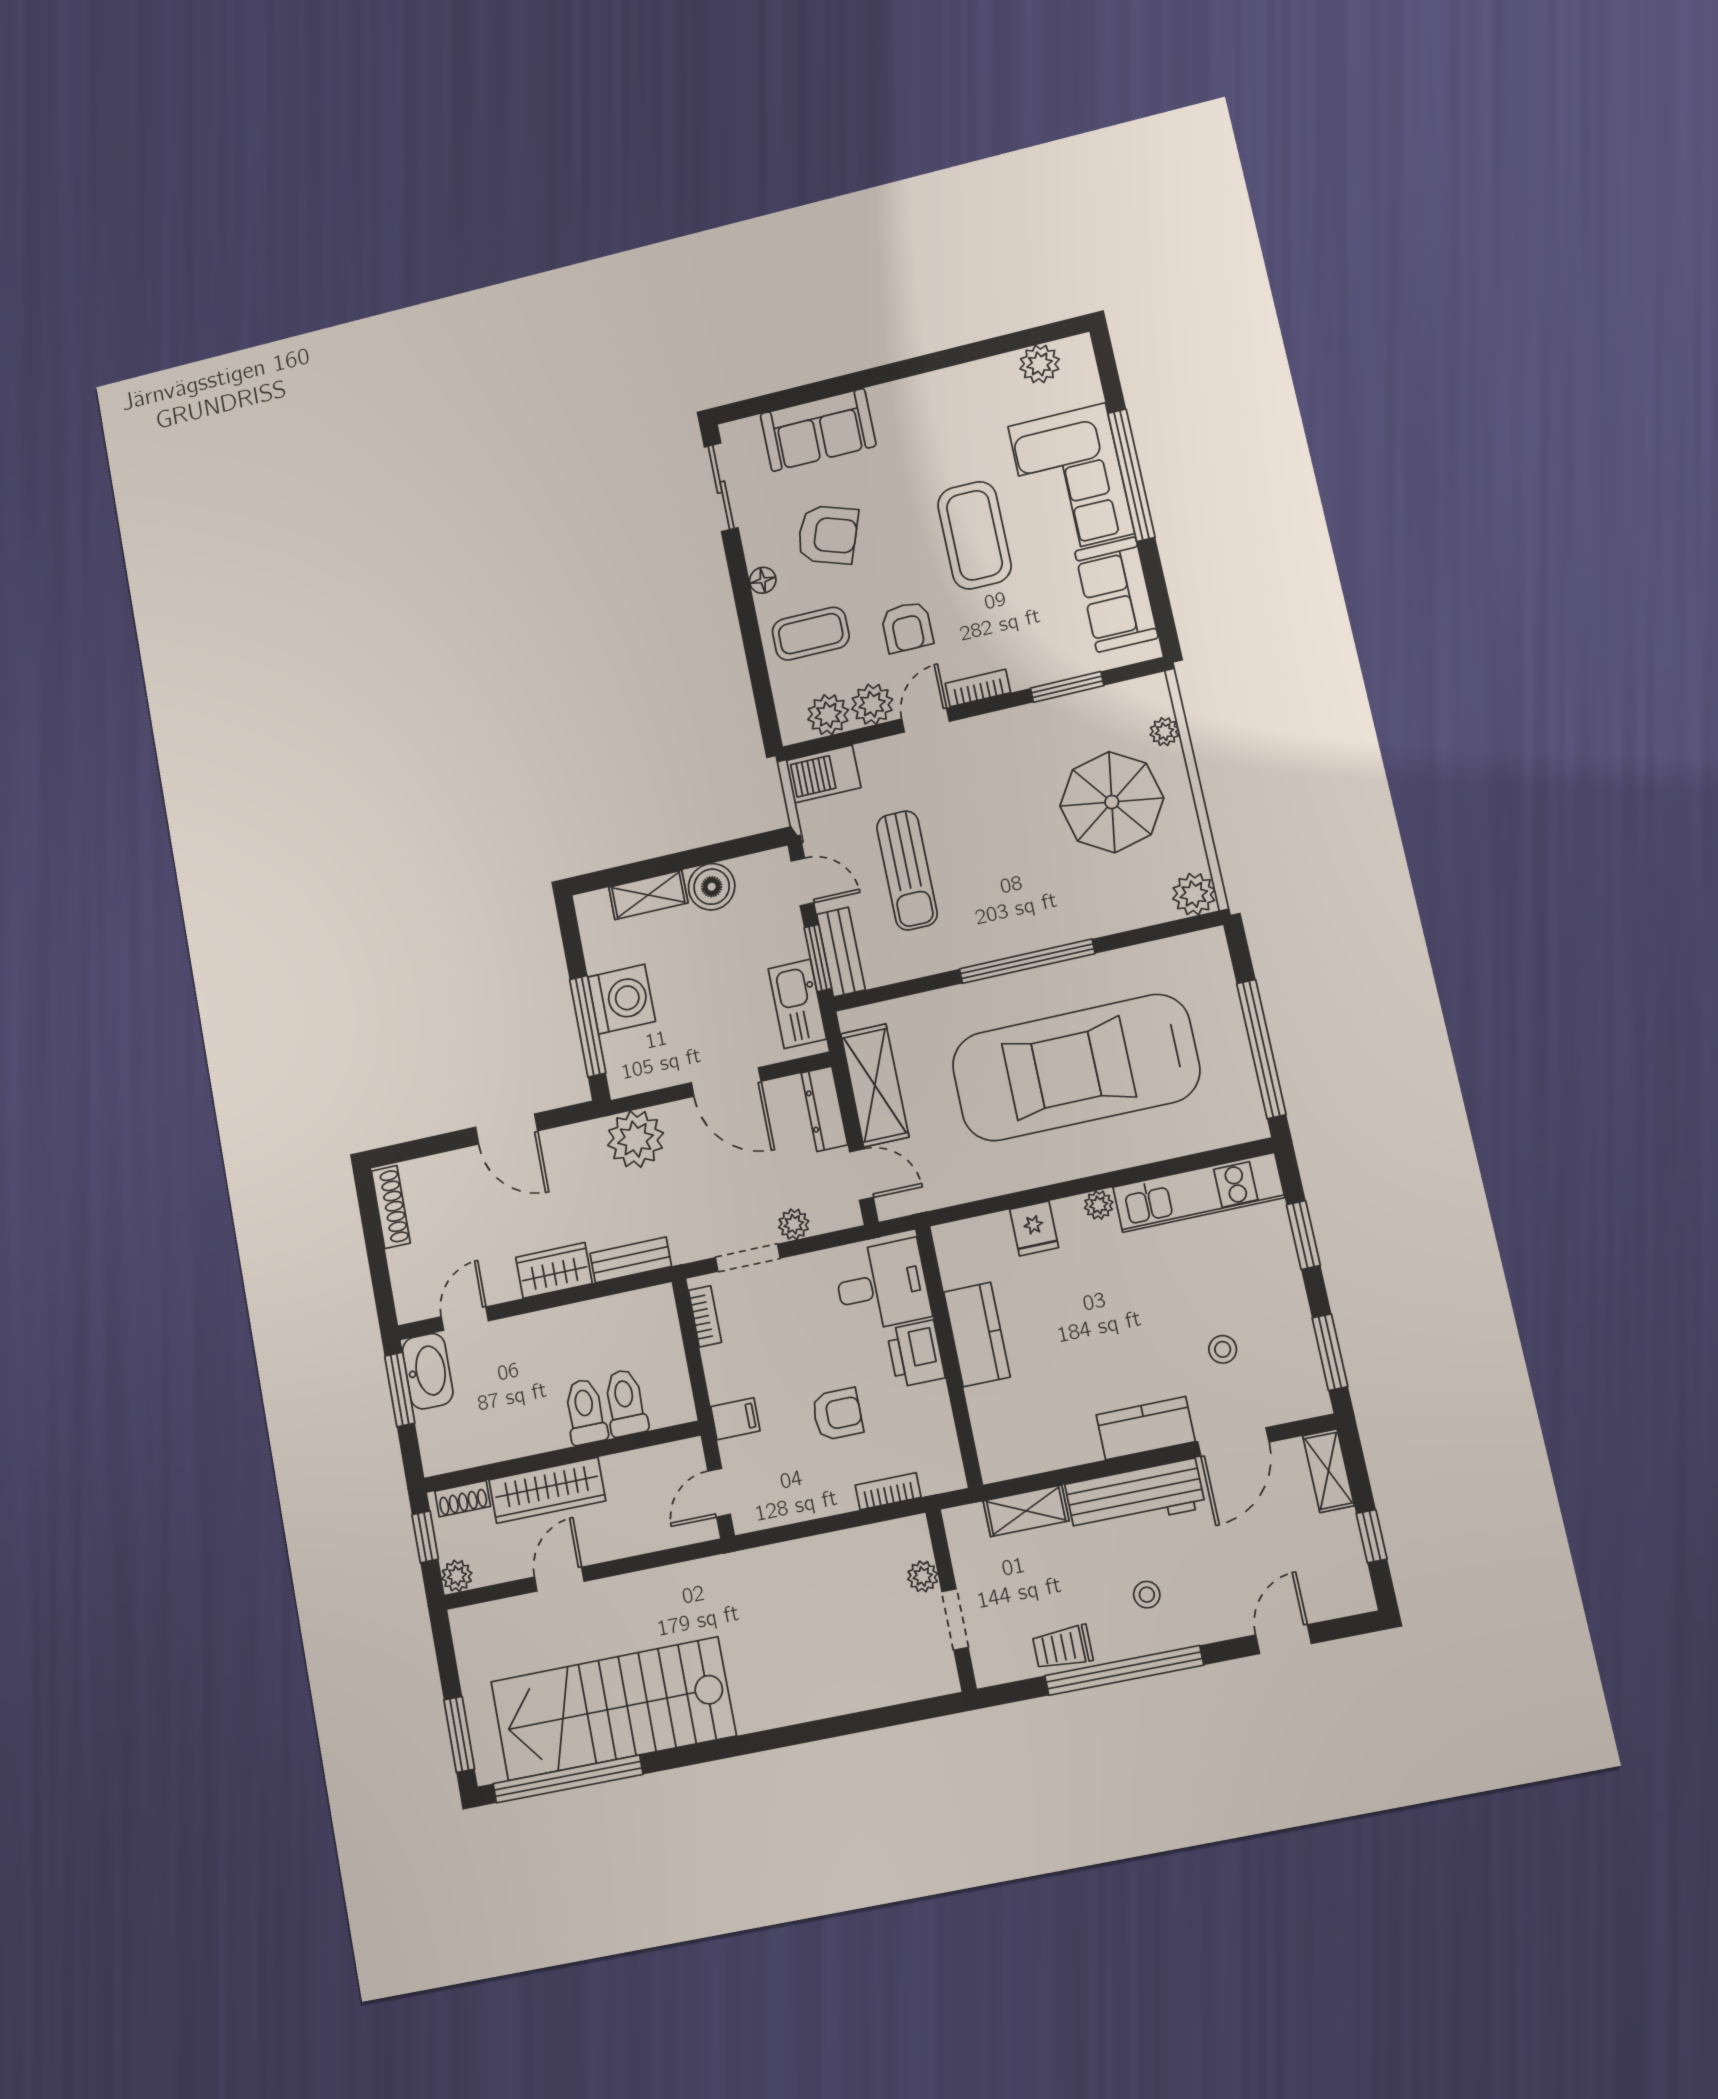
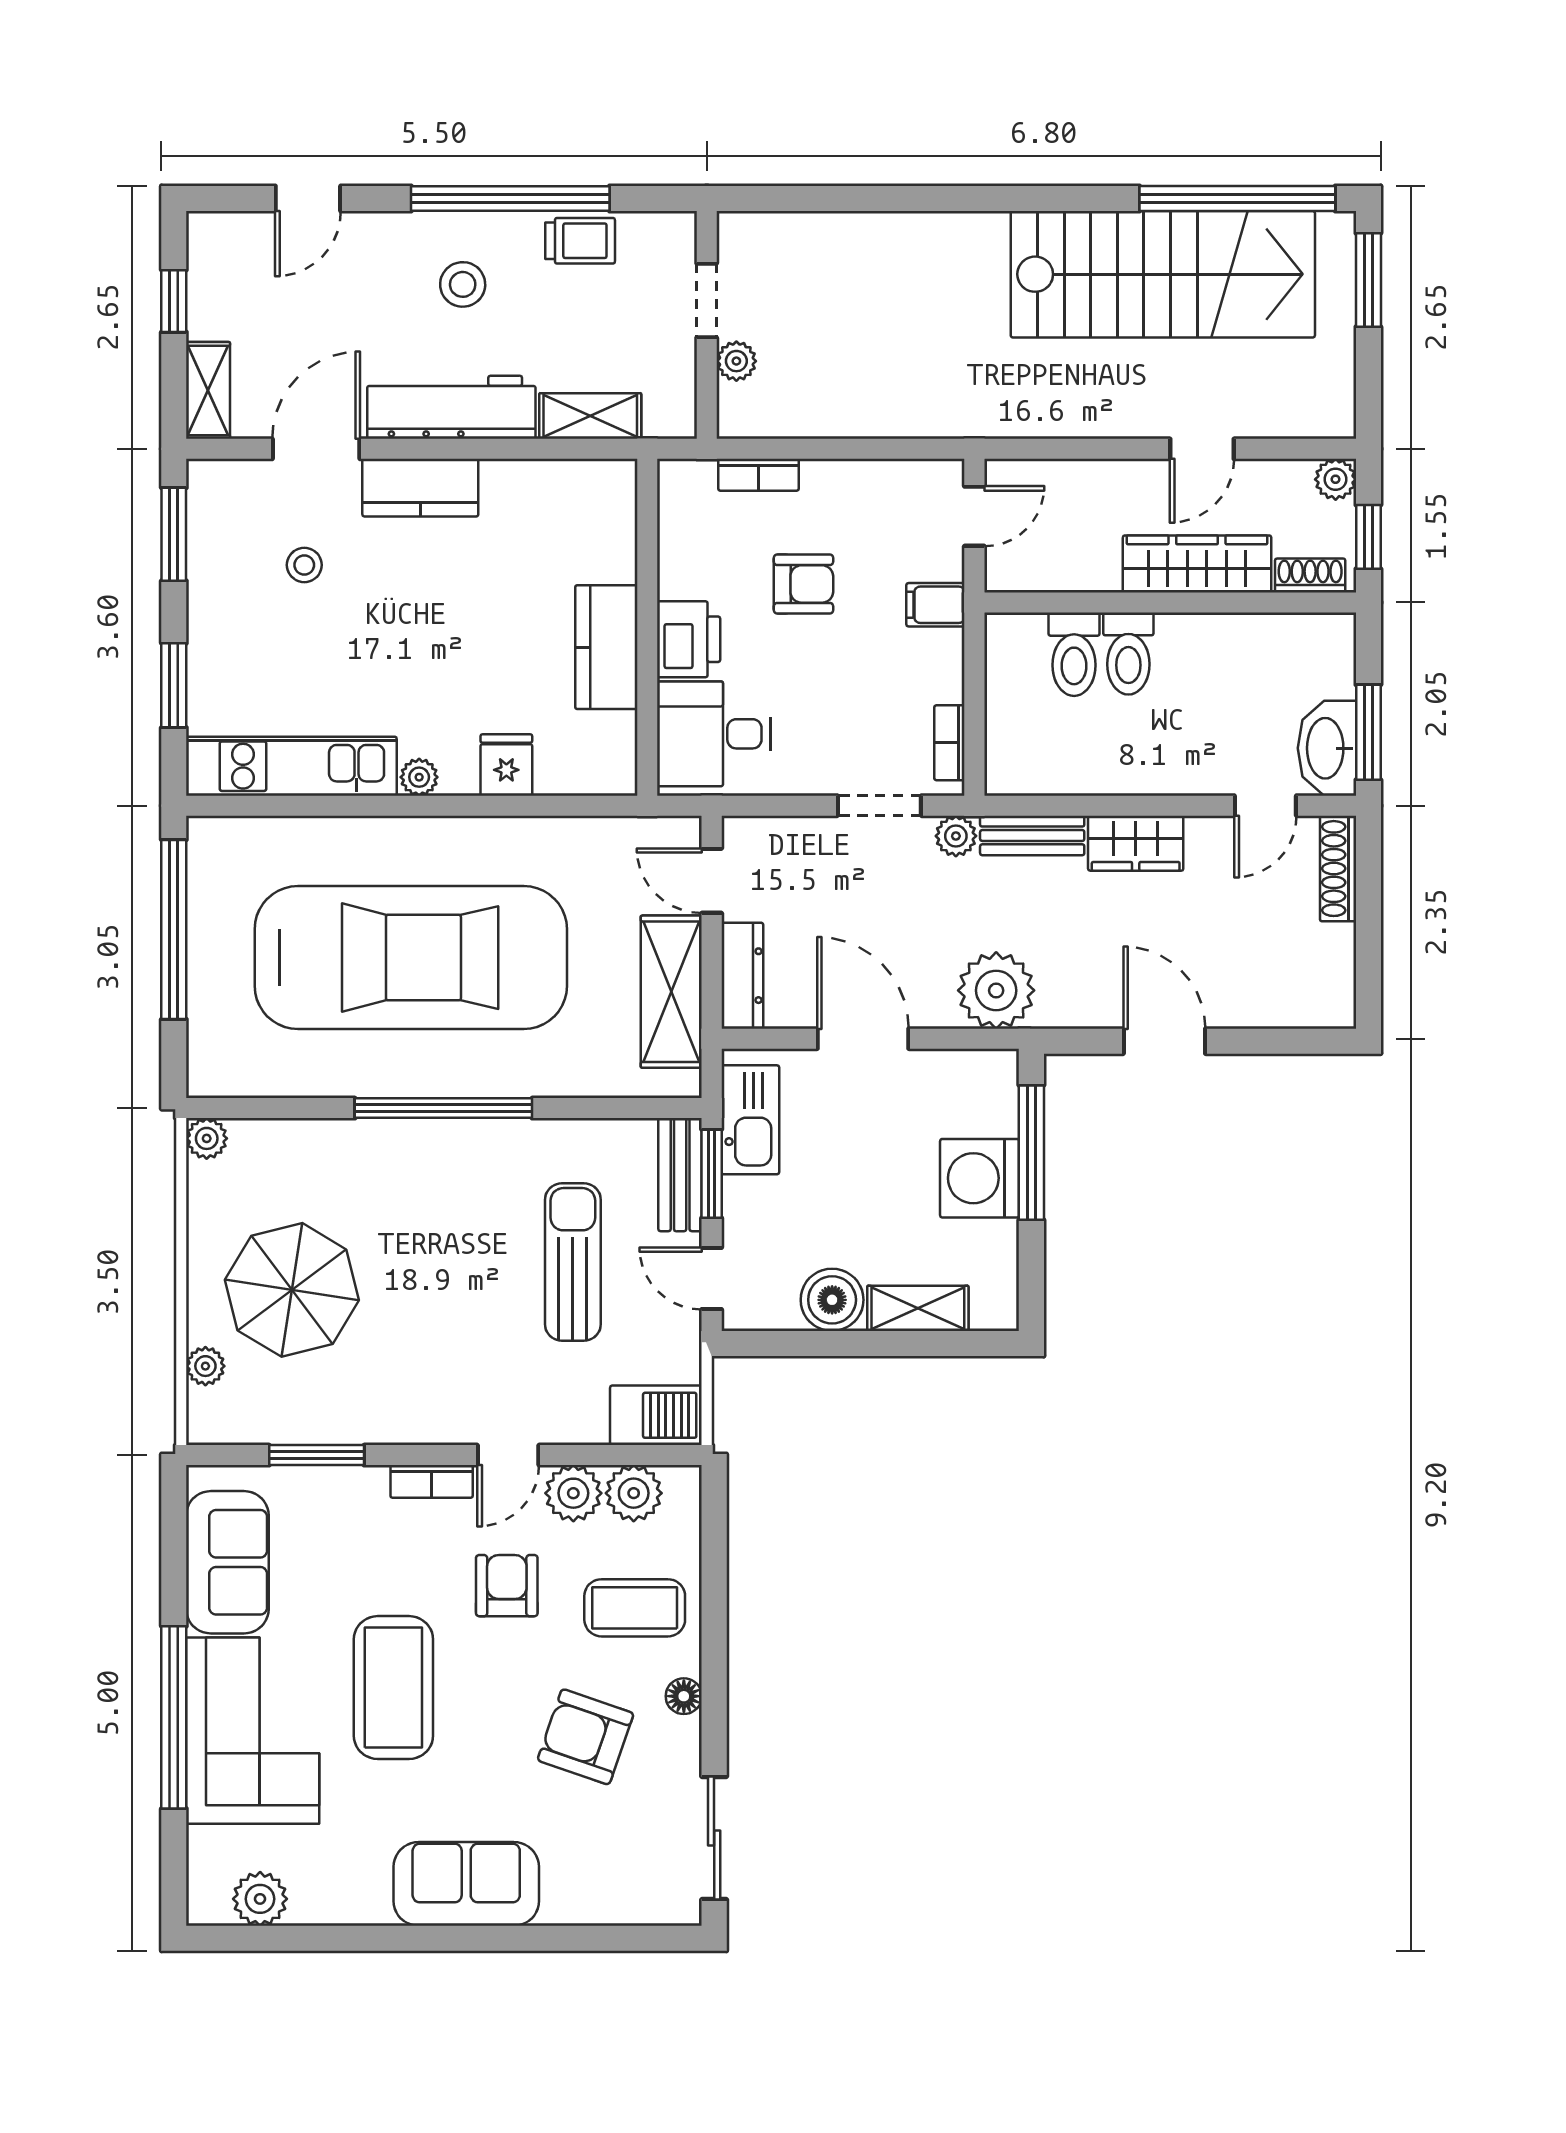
sofa: (818, 430) -> (466, 1884), moved
plant: (1194, 894) -> (207, 1138), width x0.73, depth x0.73
shoe rack: (391, 1207) -> (1338, 869), moved
plant: (794, 1224) -> (956, 836), moved
armchair: (837, 1414) -> (804, 584), turned 180
stool: (1147, 1595) -> (463, 284), width x1.37, depth x1.37

